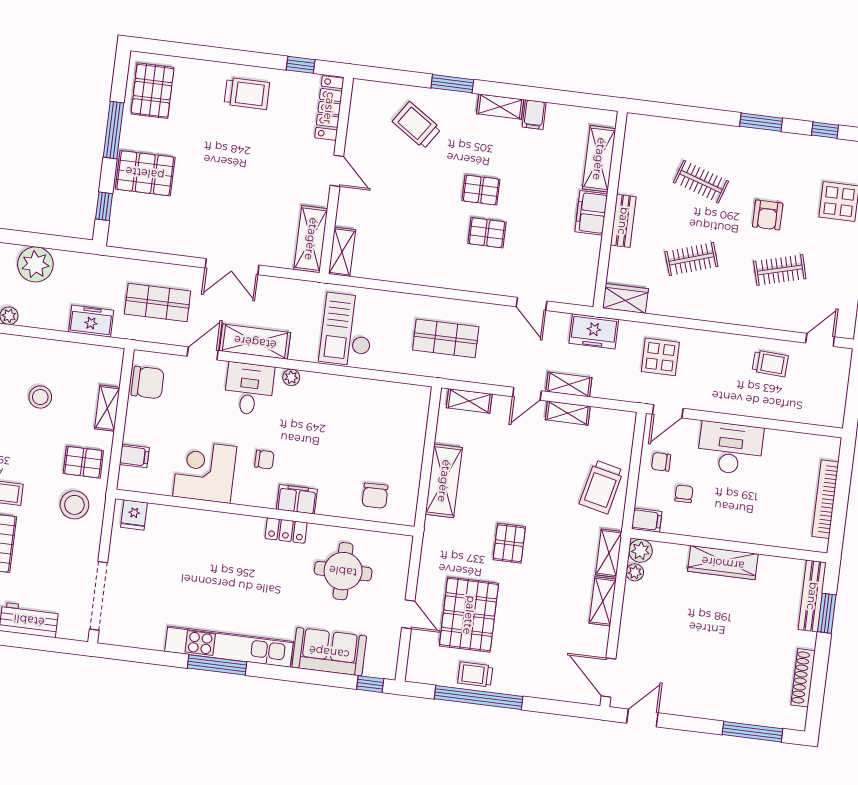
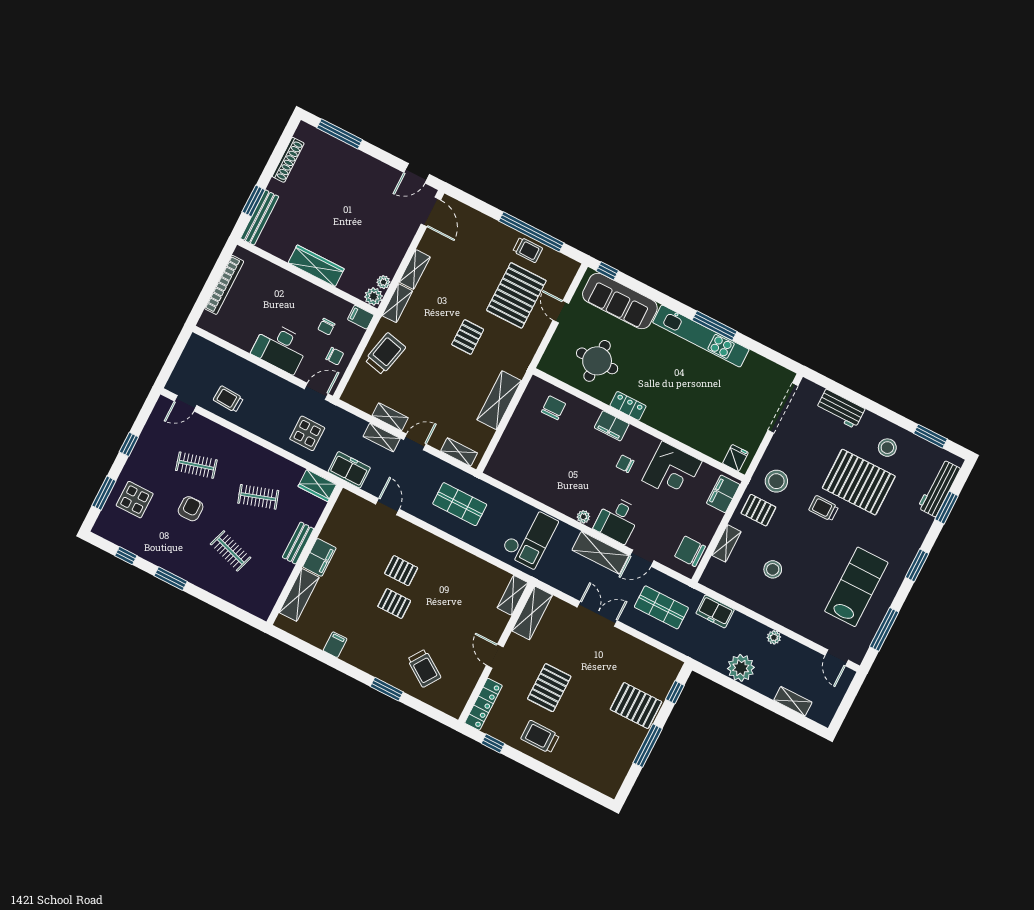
pallet: (152, 91) -> (549, 688), moved
shelving: (500, 107) -> (358, 660), removed
filing cabinet: (134, 456) -> (723, 494), width x2.00
sofa: (329, 652) -> (620, 301), width x1.36

